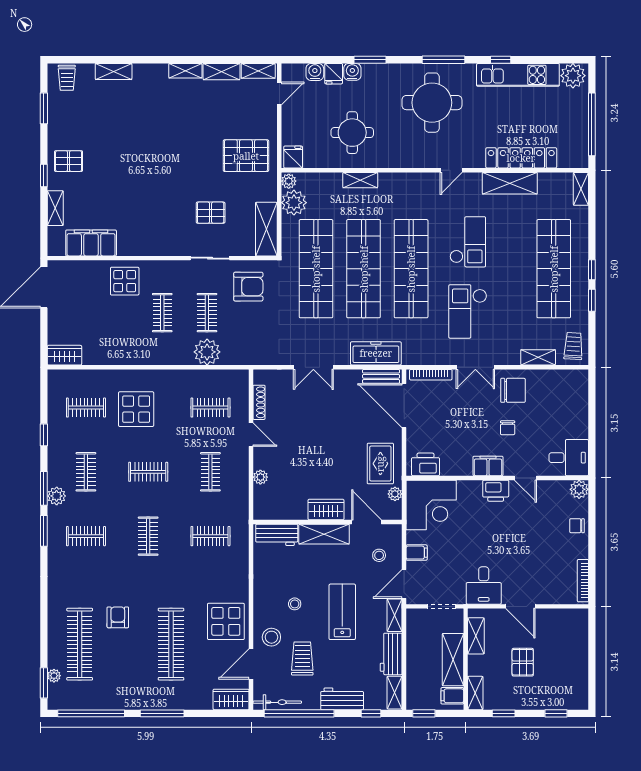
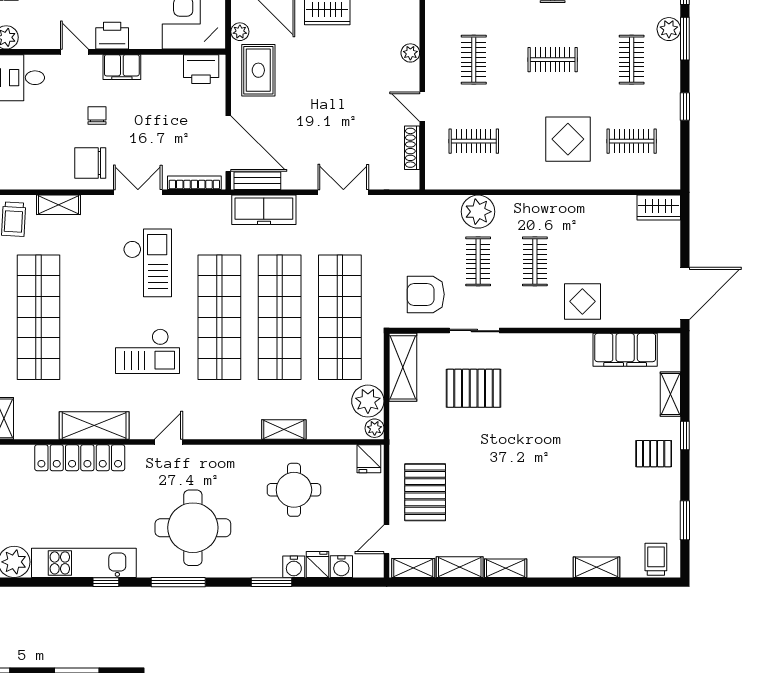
pallet: (246, 156) -> (425, 492), moved, turned 90
pallet: (211, 213) -> (474, 388), width x1.50, depth x1.42
checkout: (468, 242) -> (147, 351), turned -90

